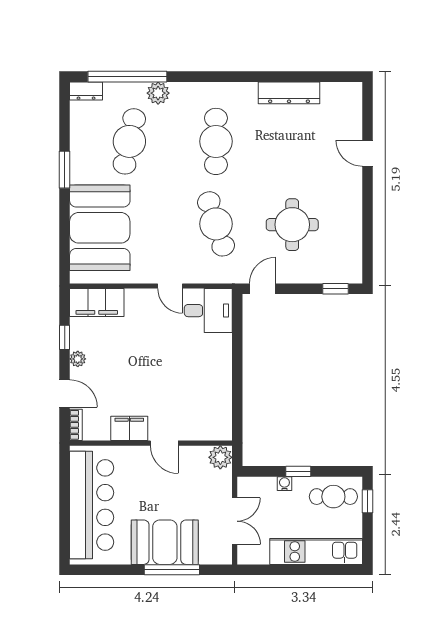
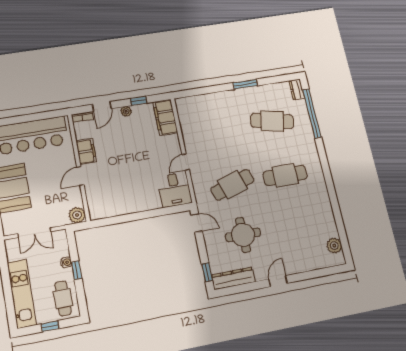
plant: (158, 93) -> (334, 246), moved
dresser: (289, 93) -> (233, 278), moved, turned 90
door: (367, 153) -> (278, 281), moved
booth: (100, 228) -> (214, 112), removed
window: (367, 501) -> (50, 326), moved

